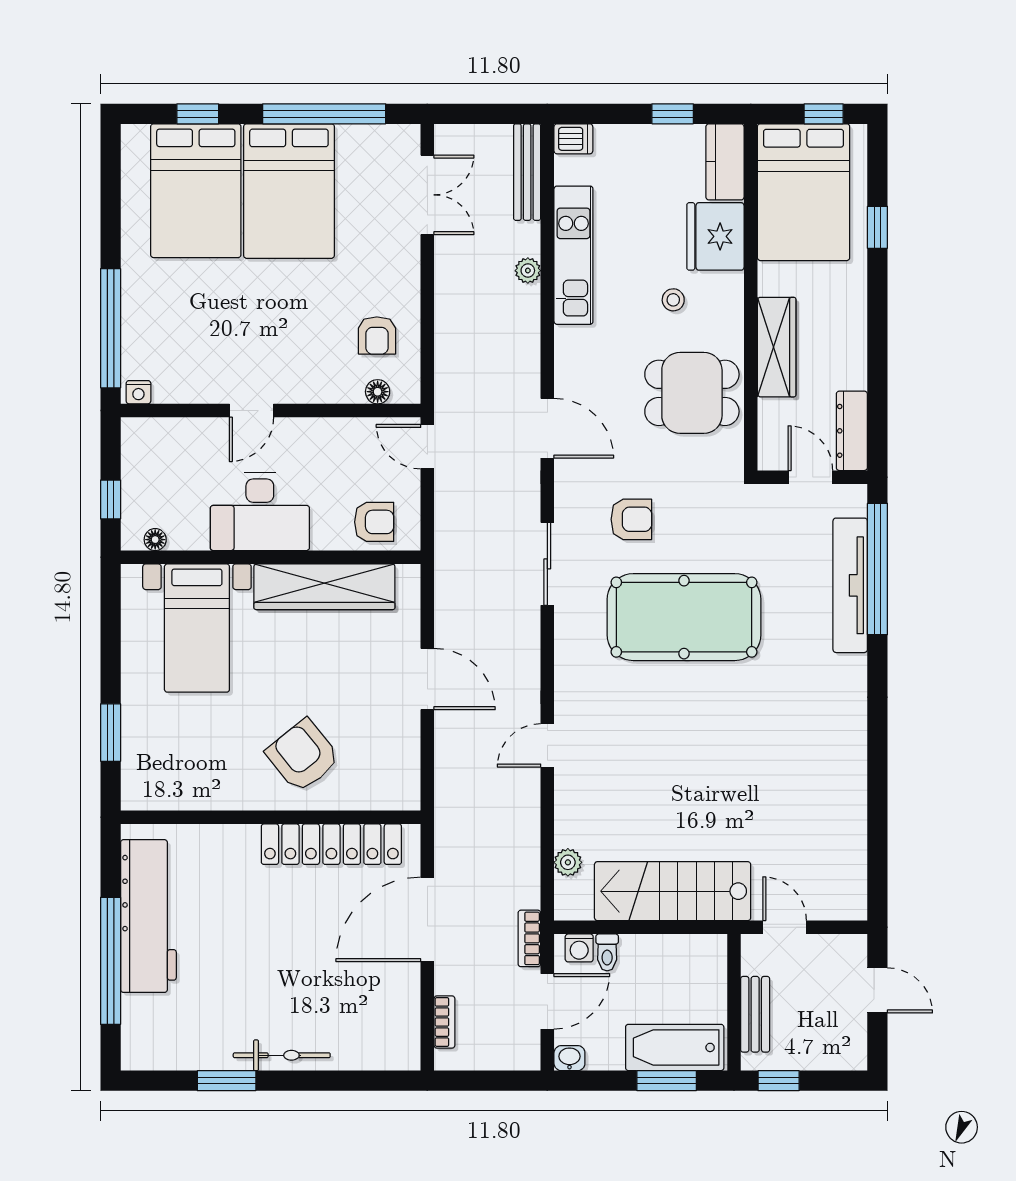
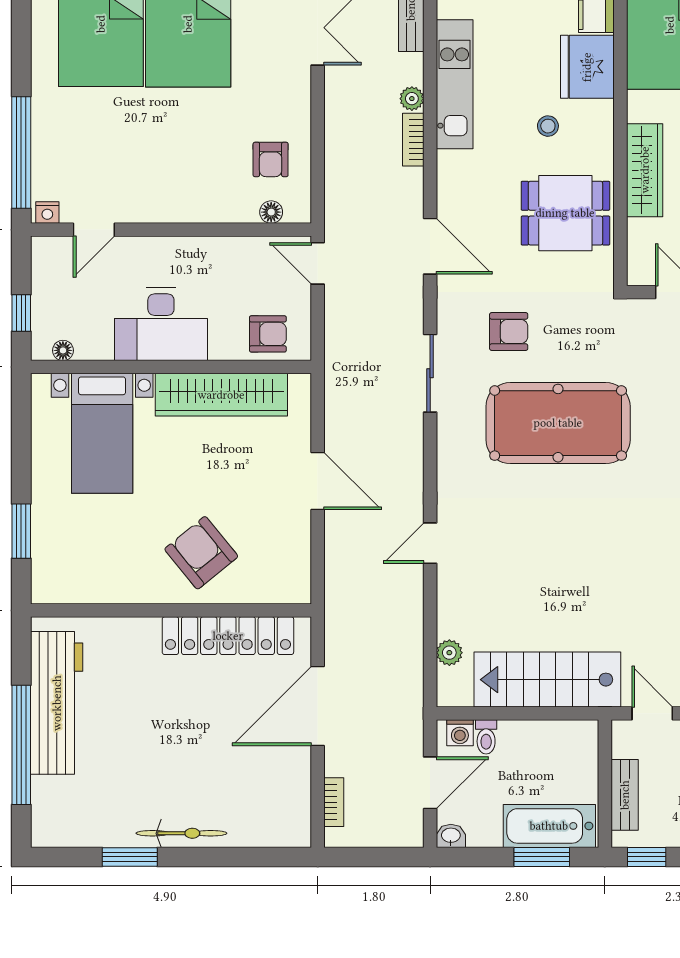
door: (252, 411) -> (94, 230), moved
bookcase: (529, 938) -> (413, 140), moved

